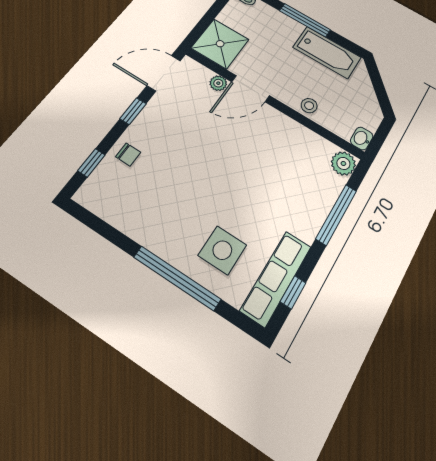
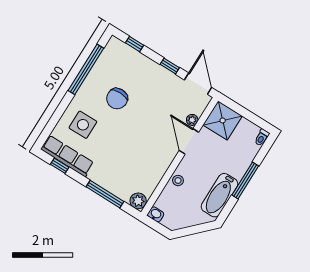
chair: (128, 155) -> (117, 99), moved, width x1.87, depth x1.87
window: (177, 278) -> (86, 69), moved

